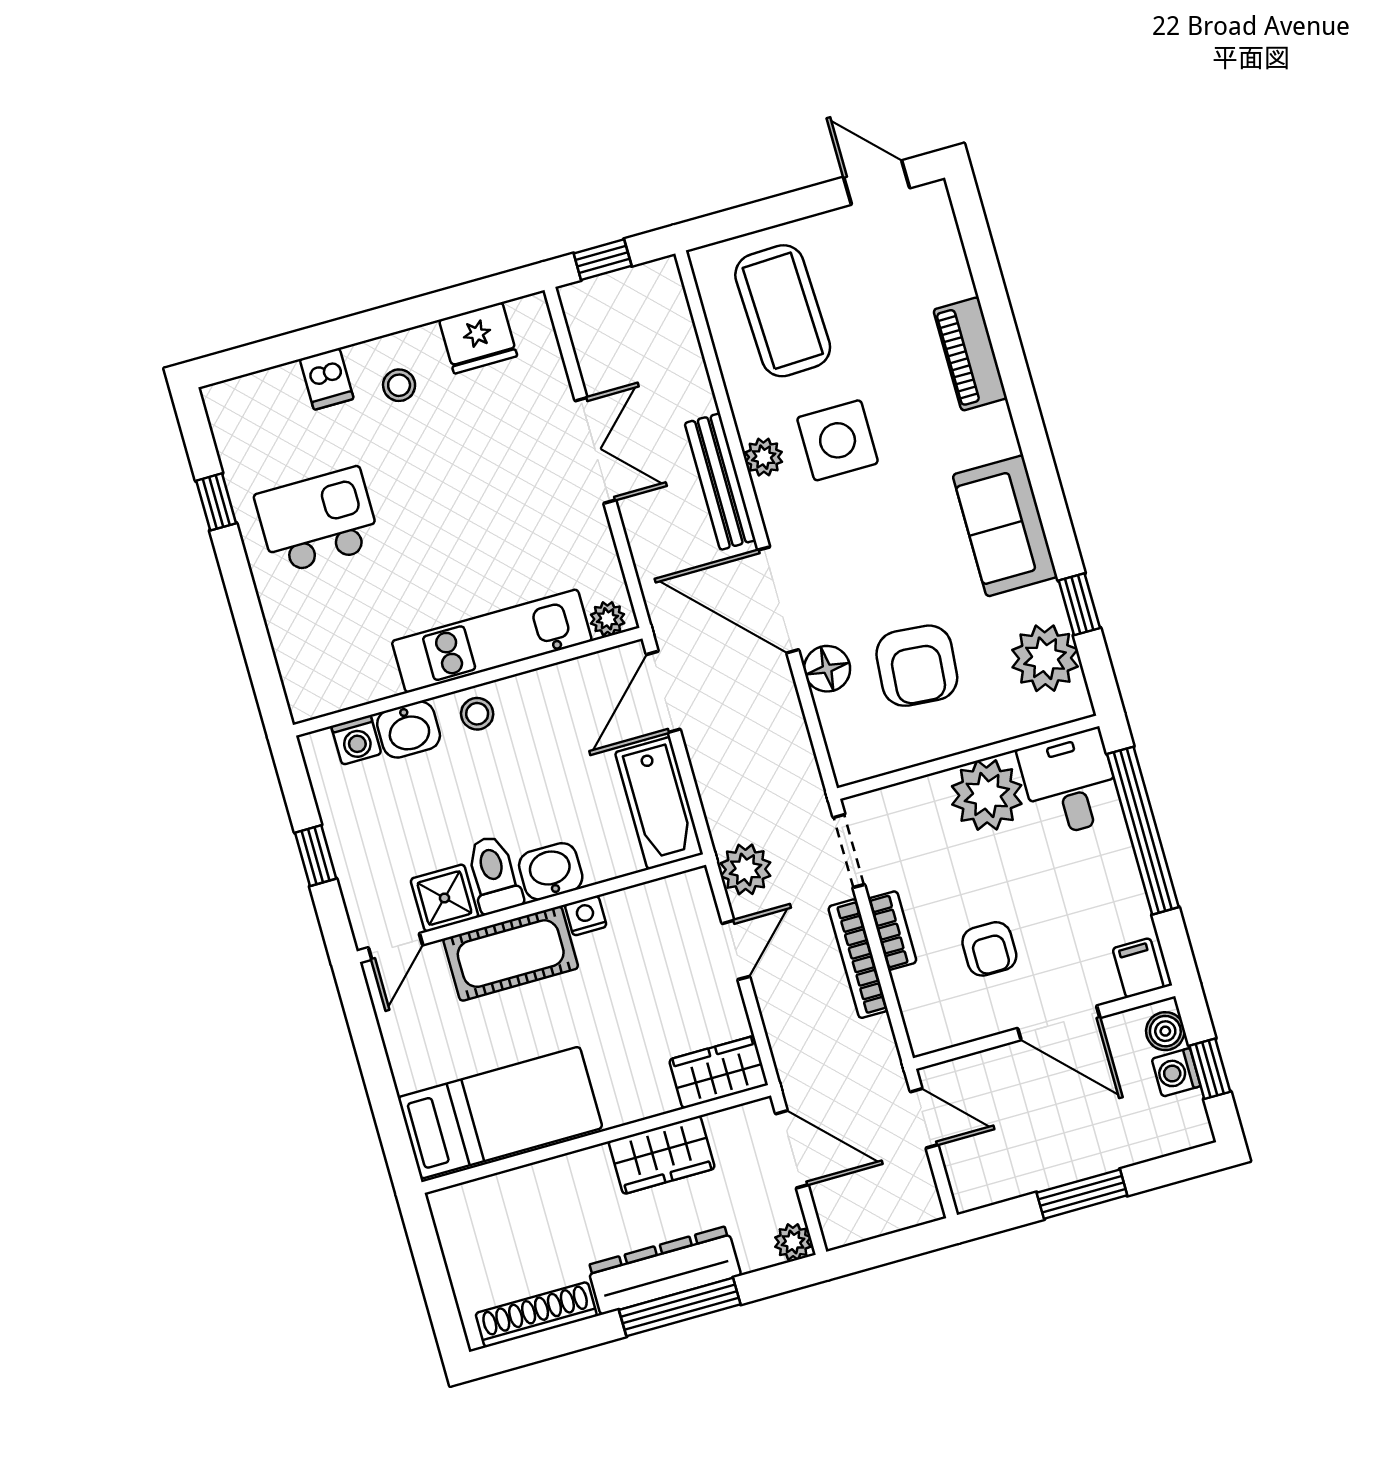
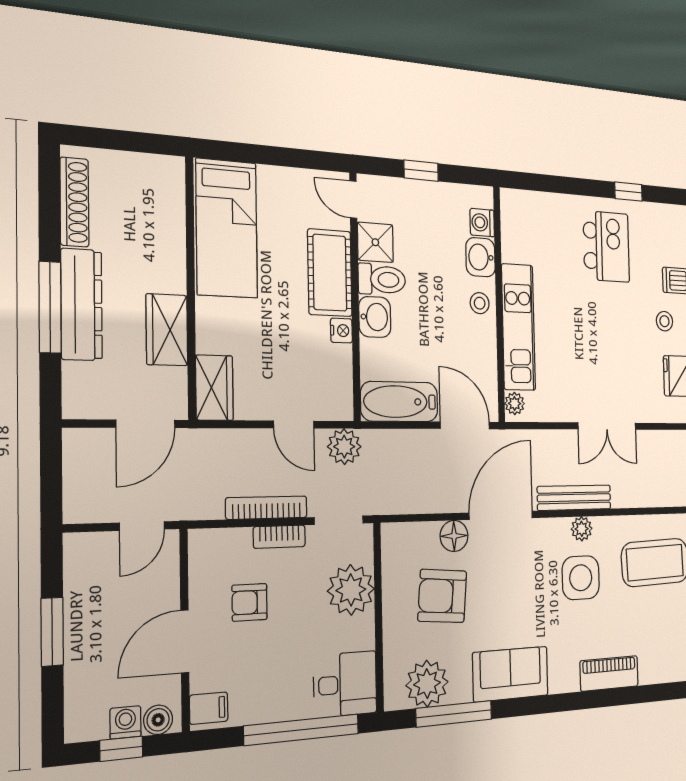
window: (1079, 604) -> (454, 714), width x2.17
plant: (987, 795) -> (351, 590), moved
plant: (793, 1242) -> (76, 405), removed

